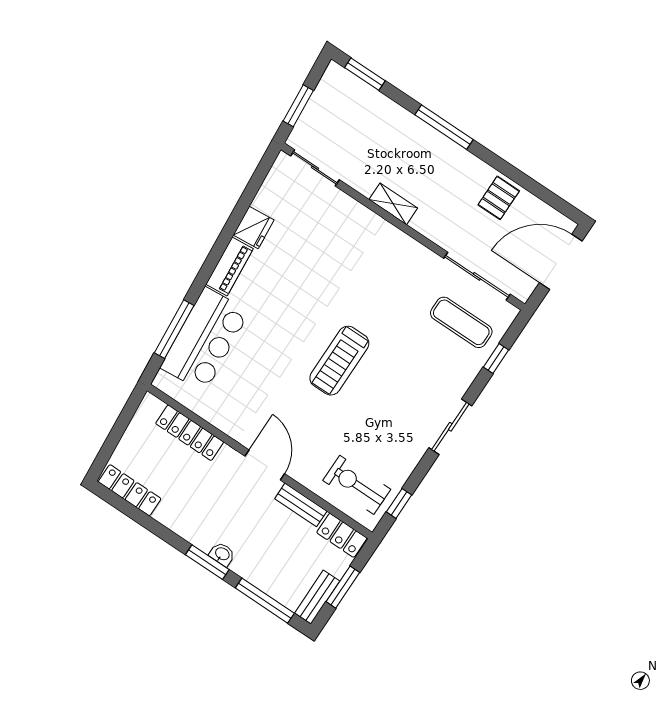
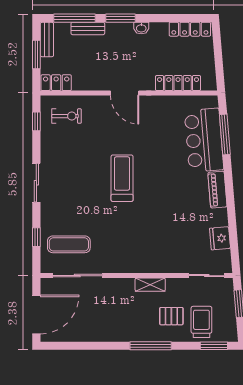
trolley: (360, 114) -> (201, 322), added
pallet: (499, 198) -> (171, 316), moved, turned 90
fridge: (254, 228) -> (220, 238), moved
exercise bike: (357, 485) -> (67, 116), width x0.73, depth x0.72
bench: (301, 505) -> (88, 28), moved
washbasin: (222, 554) -> (141, 28), moved

